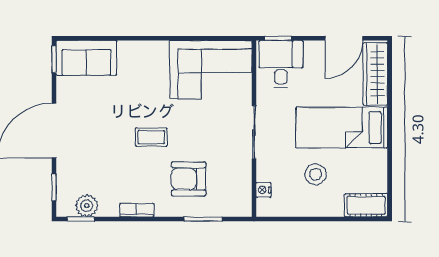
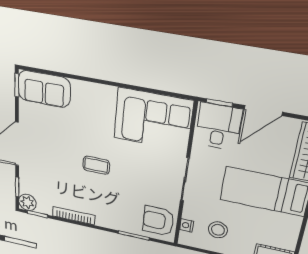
door: (344, 38) -> (263, 111), moved
stool: (316, 174) -> (218, 230), moved
armchair: (189, 179) -> (158, 221), moved
plant: (87, 206) -> (27, 202), moved
bookcase: (137, 210) -> (74, 216), width x1.56

